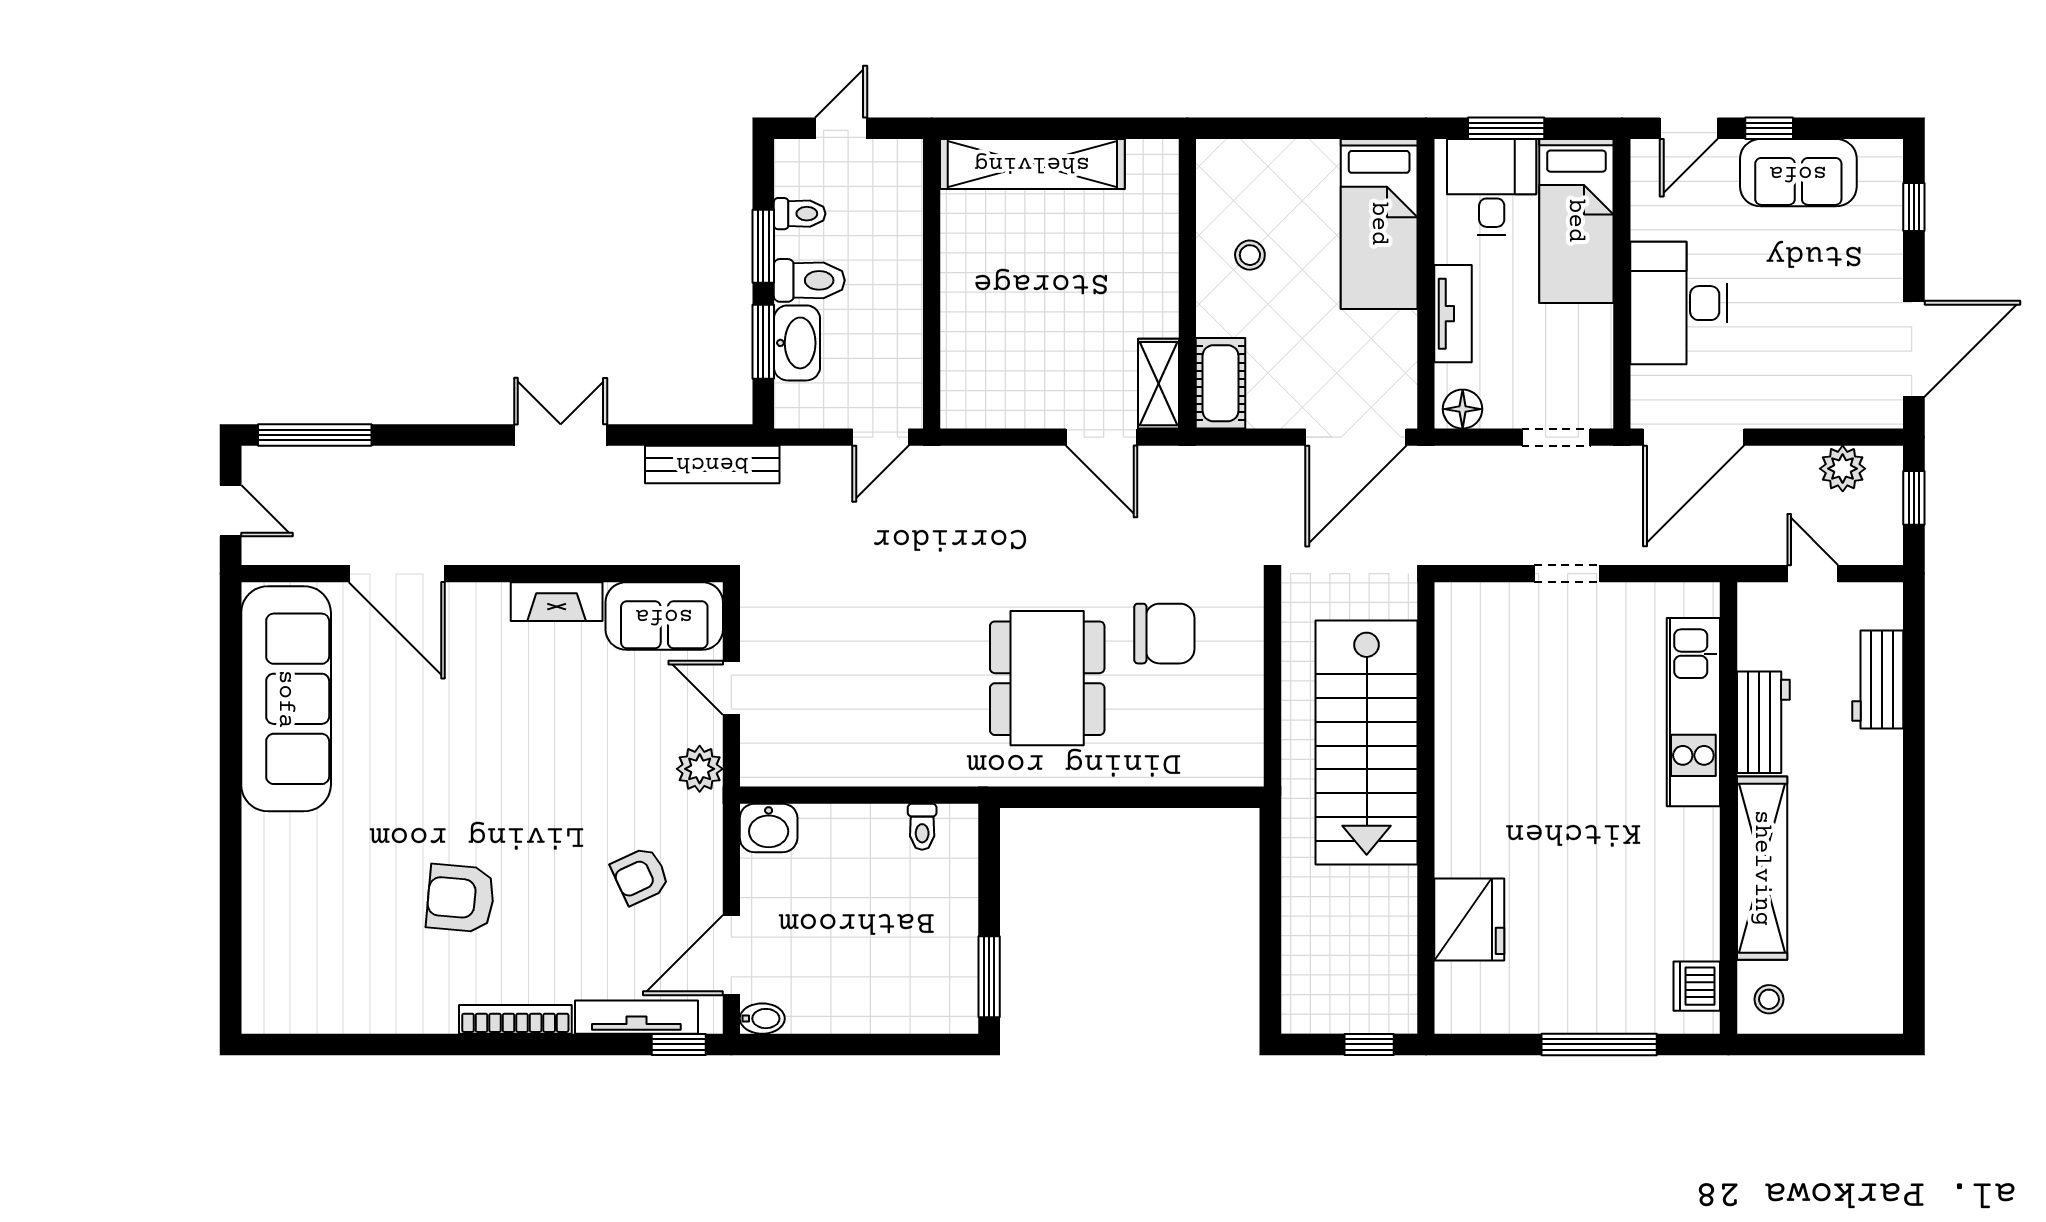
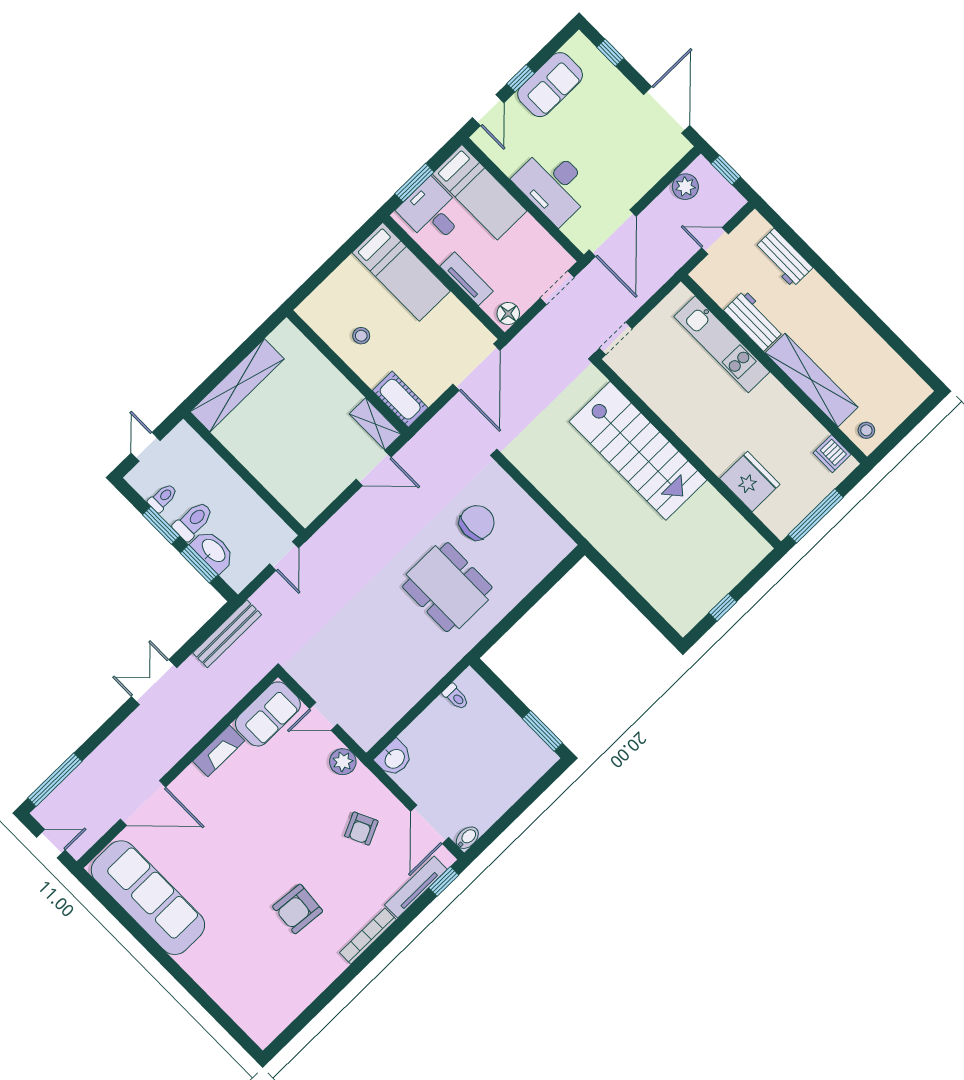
stairs: (1367, 742) -> (638, 451), moved
wall: (1426, 808) -> (688, 454), moved
fridge: (1469, 919) -> (750, 481), moved

